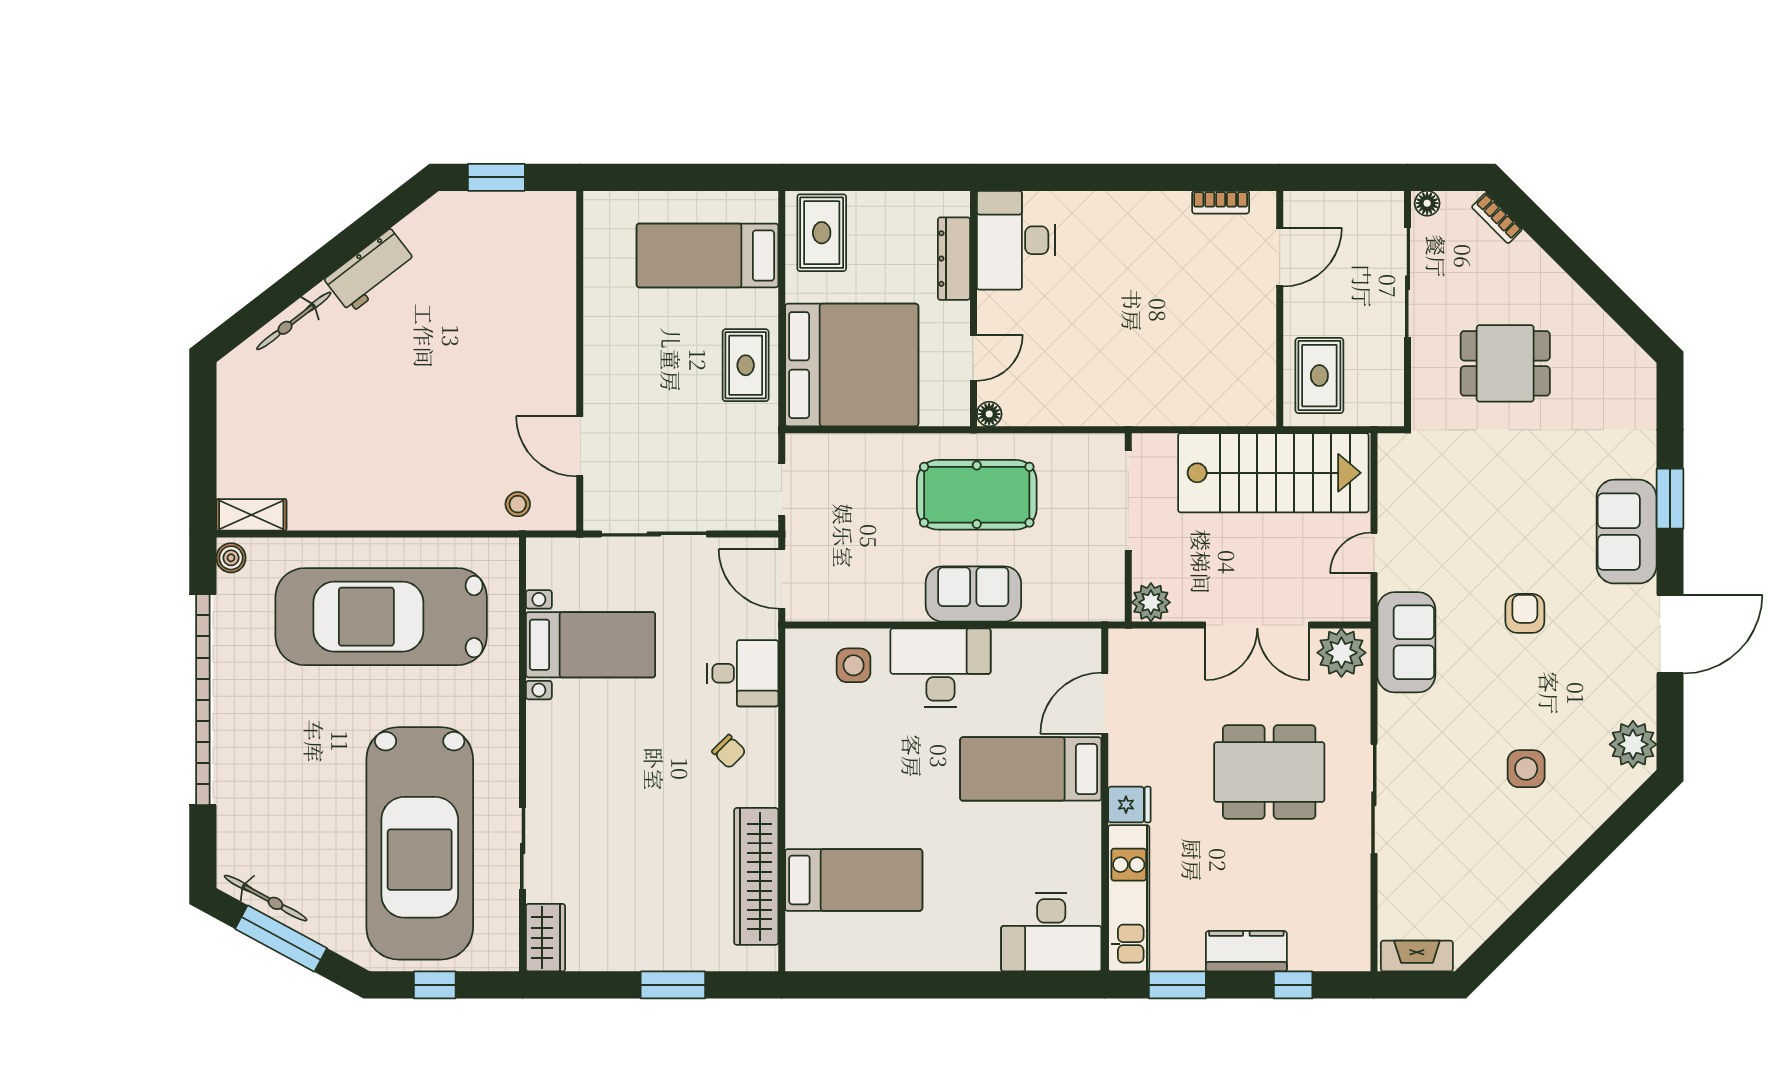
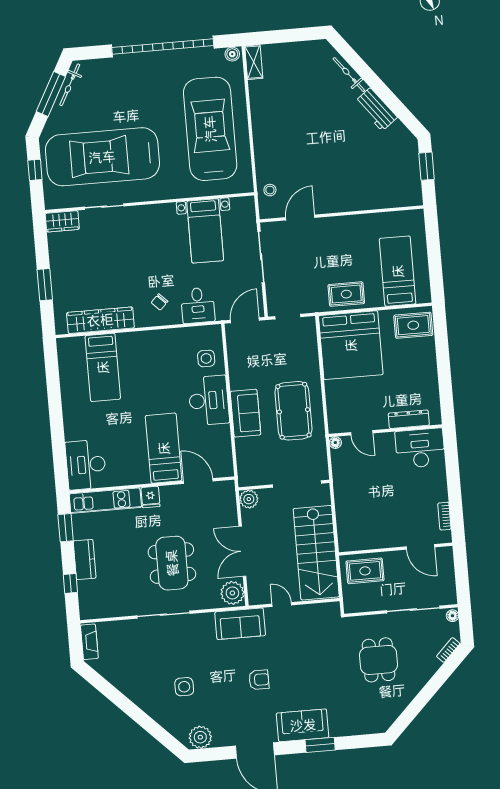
desk: (1016, 240) -> (420, 448), moved
dresser: (954, 259) -> (409, 419), moved
wall: (973, 309) -> (385, 431), moved
door: (973, 358) -> (362, 433), moved
floor lamp: (989, 414) -> (335, 443), moved

